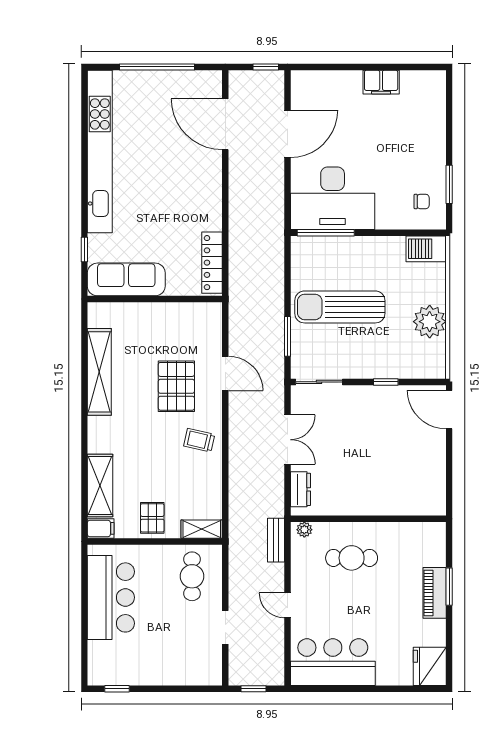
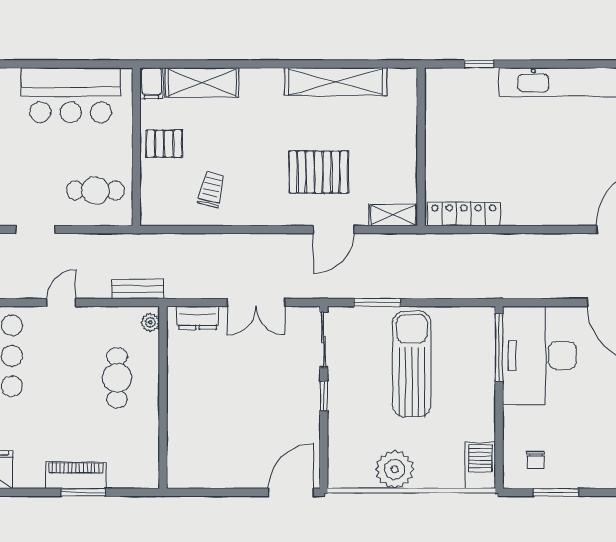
sofa: (126, 279) -> (444, 113), removed
window: (386, 382) -> (324, 396), moved
trolley: (199, 440) -> (211, 190), moved
shelving: (202, 529) -> (393, 215), moved, turned 90

